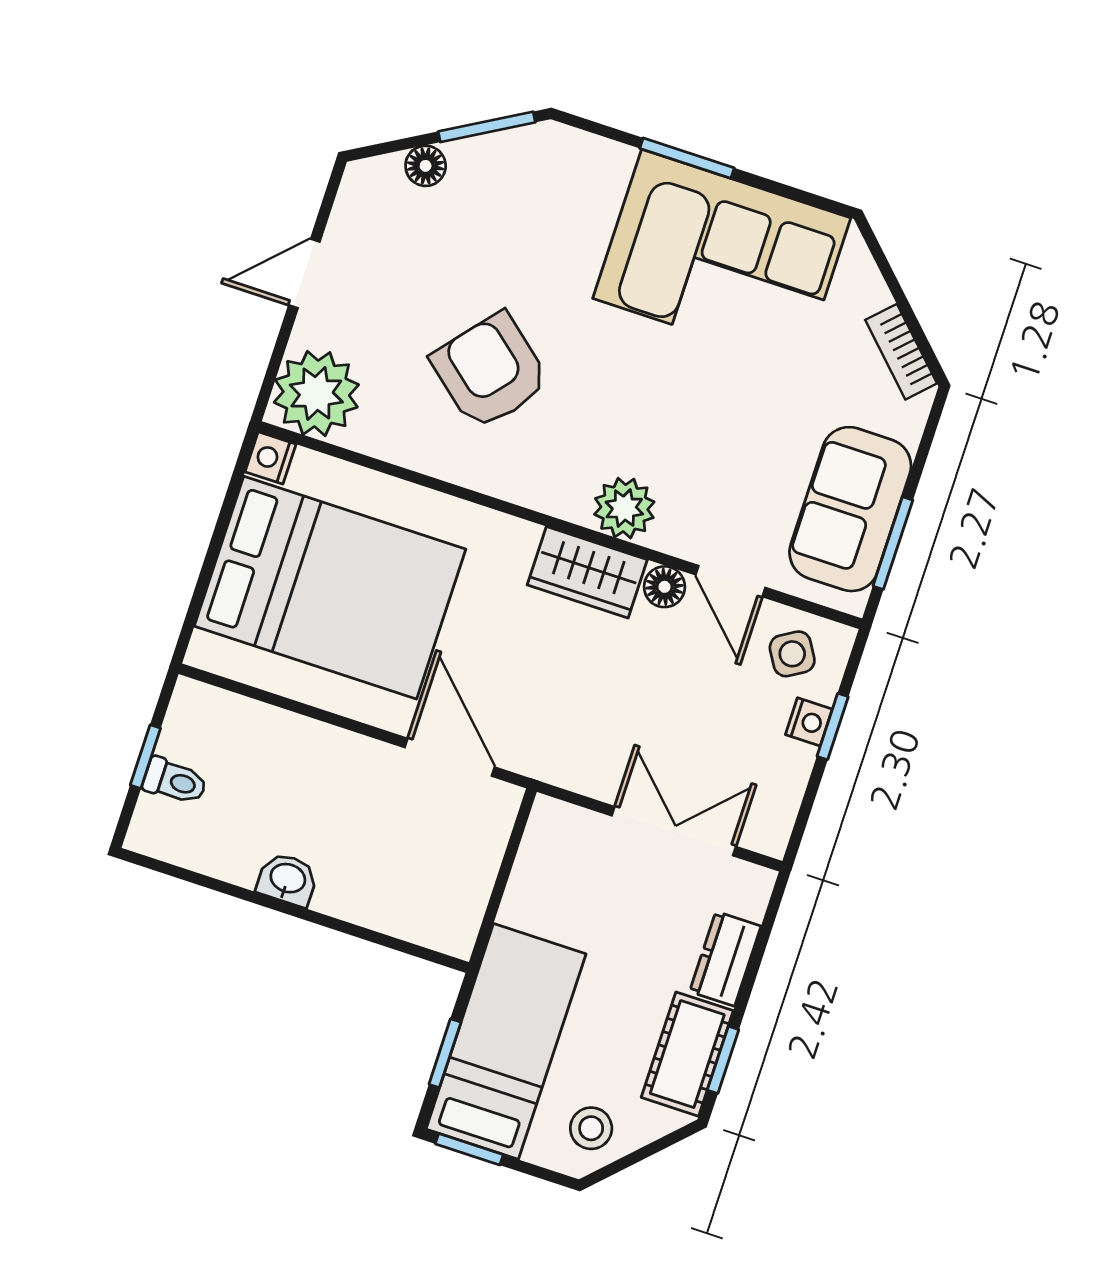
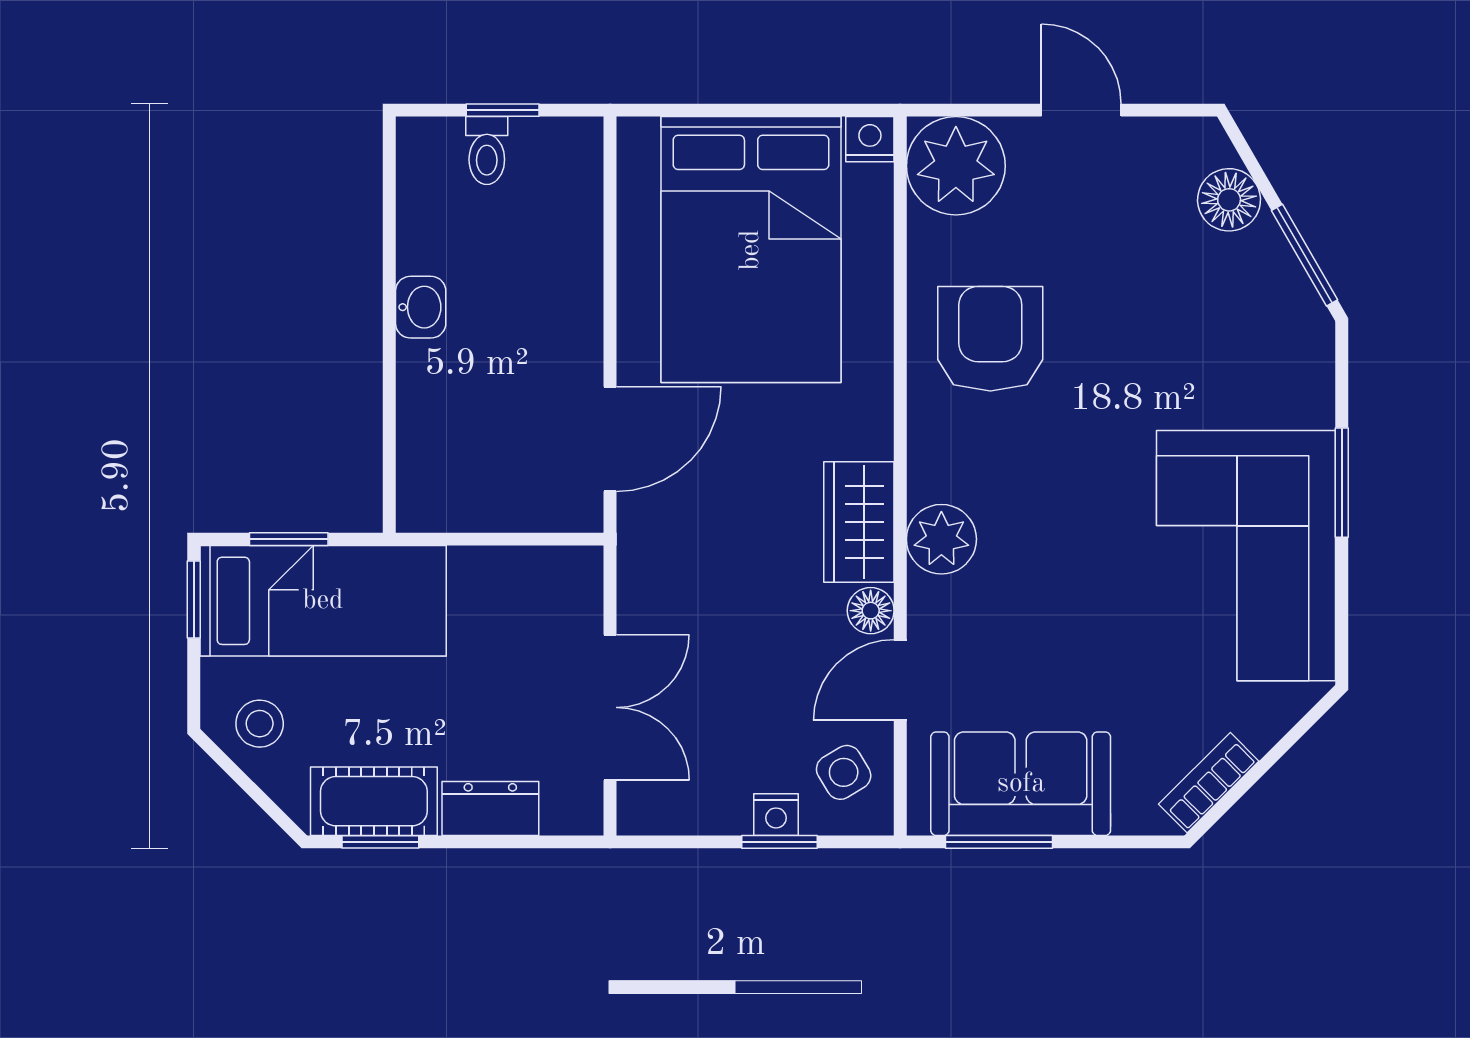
floor lamp: (426, 166) -> (1229, 200), width x1.37, depth x1.37
armchair: (490, 371) -> (990, 339), moved, turned -40

